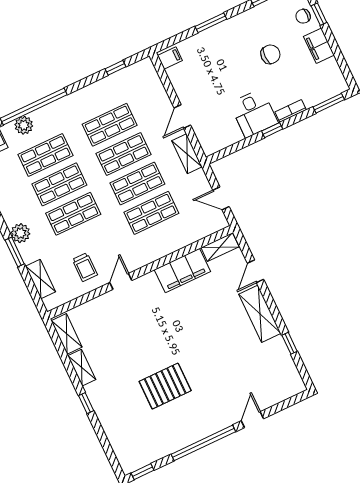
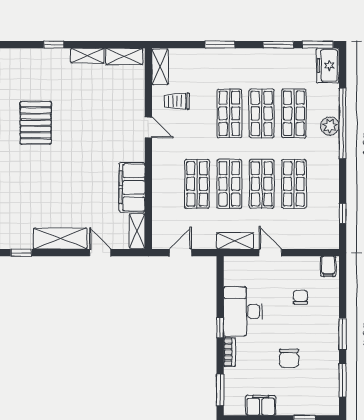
chair: (303, 16) -> (300, 297), moved
window: (211, 23) -> (343, 334), moved
filing cabinet: (319, 46) -> (261, 405), moved
desk: (254, 113) -> (243, 311), width x1.37
plant: (24, 125) -> (330, 126), moved
plant: (20, 233) -> (234, 58), removed
shelving: (40, 279) -> (160, 67), moved, turned 90

